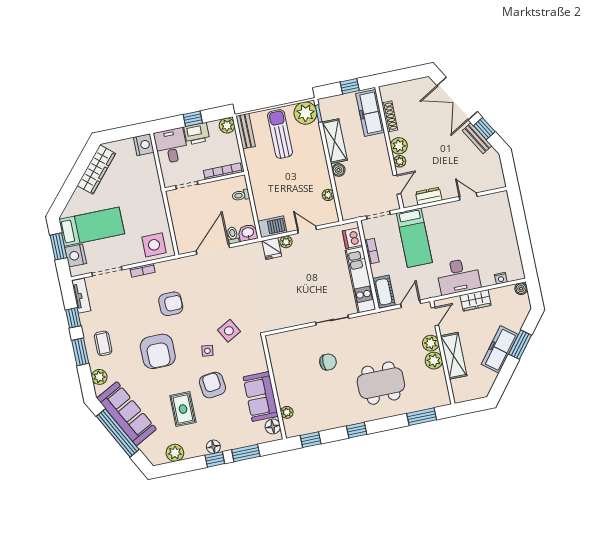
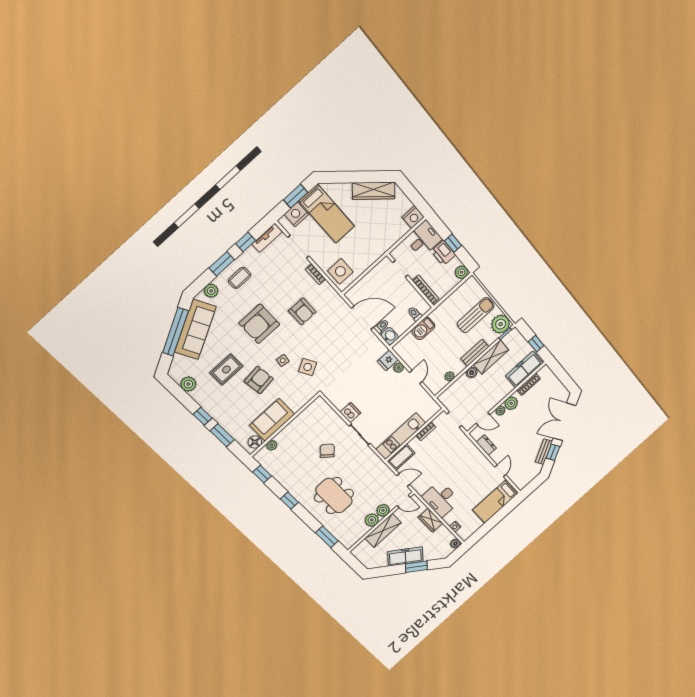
bench: (246, 131) -> (475, 353), moved
barbecue: (272, 227) -> (423, 328), moved, turned 90
dishwasher: (352, 238) -> (350, 413), moved, turned 90
bed: (414, 238) -> (496, 501), moved
chair: (328, 362) -> (327, 451), turned -139
floor lamp: (213, 447) -> (212, 409), removed

